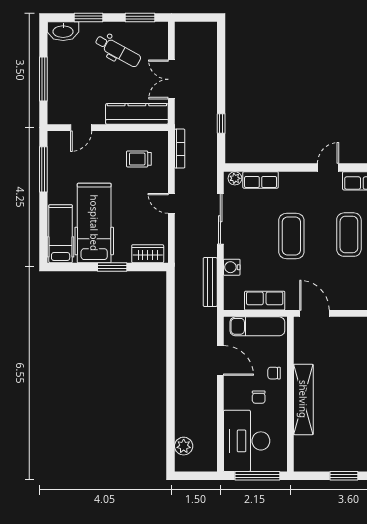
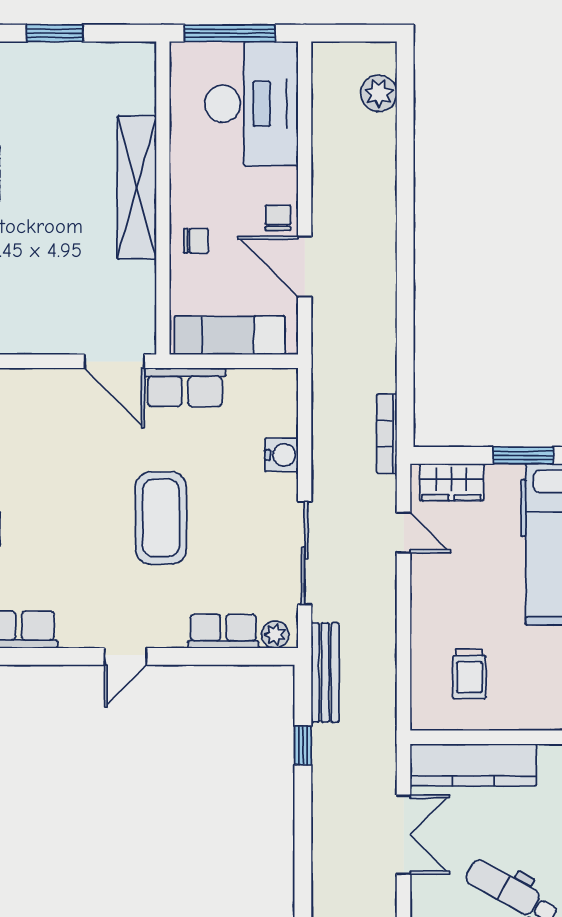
bookcase: (180, 149) -> (387, 434), moved
trolley: (139, 159) -> (469, 674), turned 90
door: (328, 168) -> (126, 656), moved
door: (171, 203) -> (404, 533), moved
coffee table: (349, 235) -> (45, 521), removed
bench: (210, 282) -> (325, 672), moved
row of seats: (265, 301) -> (185, 387), moved
chair: (259, 397) -> (278, 218), moved

